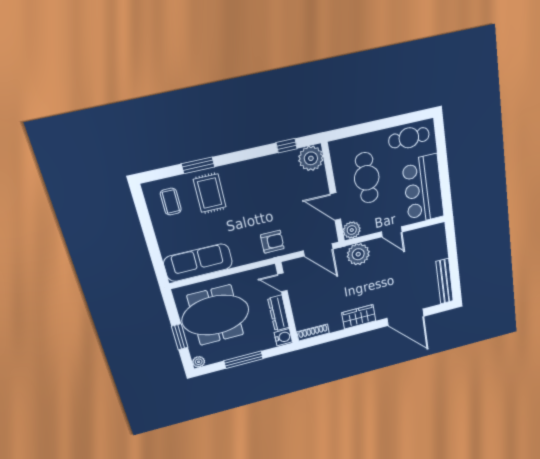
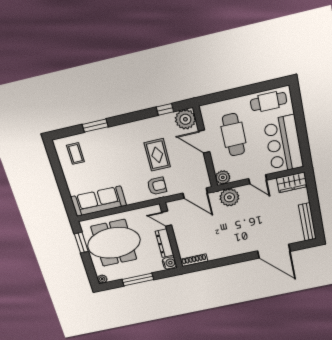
rug: (210, 193) -> (157, 155), moved
door: (335, 207) -> (204, 142), moved
wardrobe: (359, 317) -> (292, 182), moved, turned 180
window: (180, 337) -> (81, 243), moved

